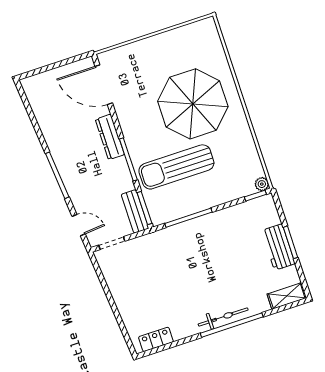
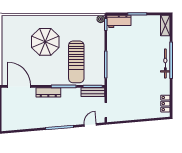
door: (104, 85) -> (19, 86), swing flipped
parasol: (193, 104) -> (45, 42), width x0.73, depth x0.73
workbench: (278, 247) -> (119, 21), moved

